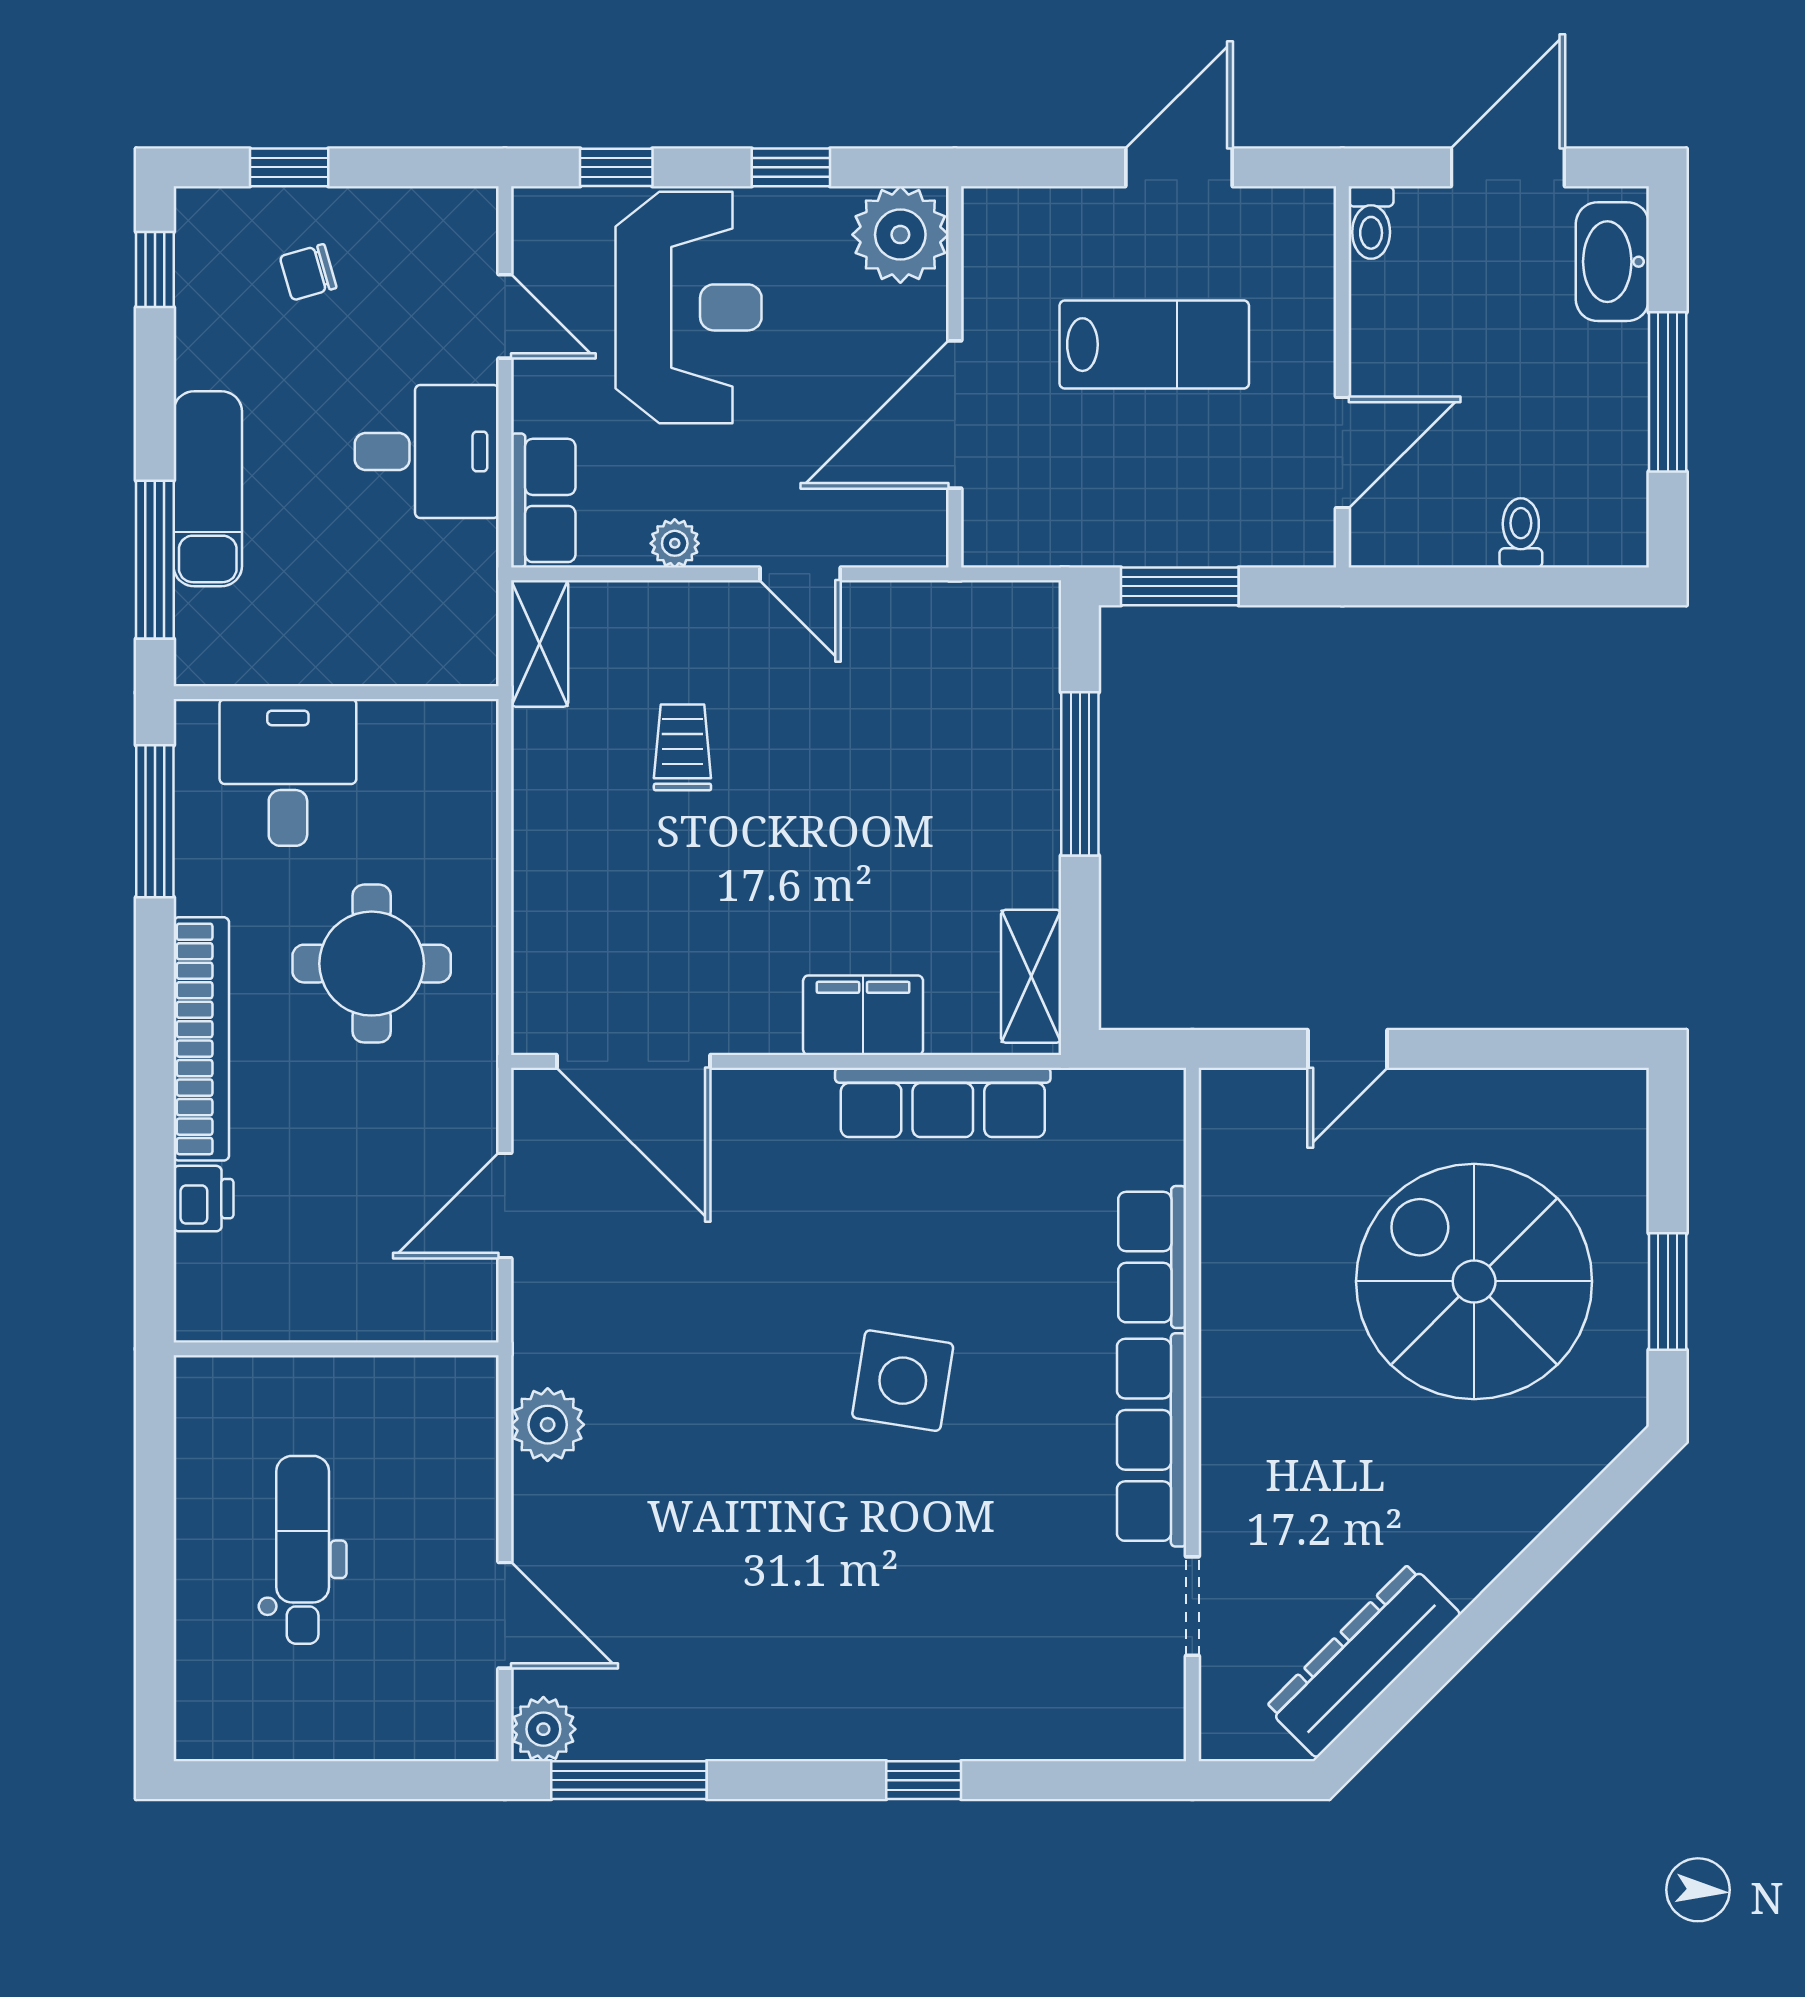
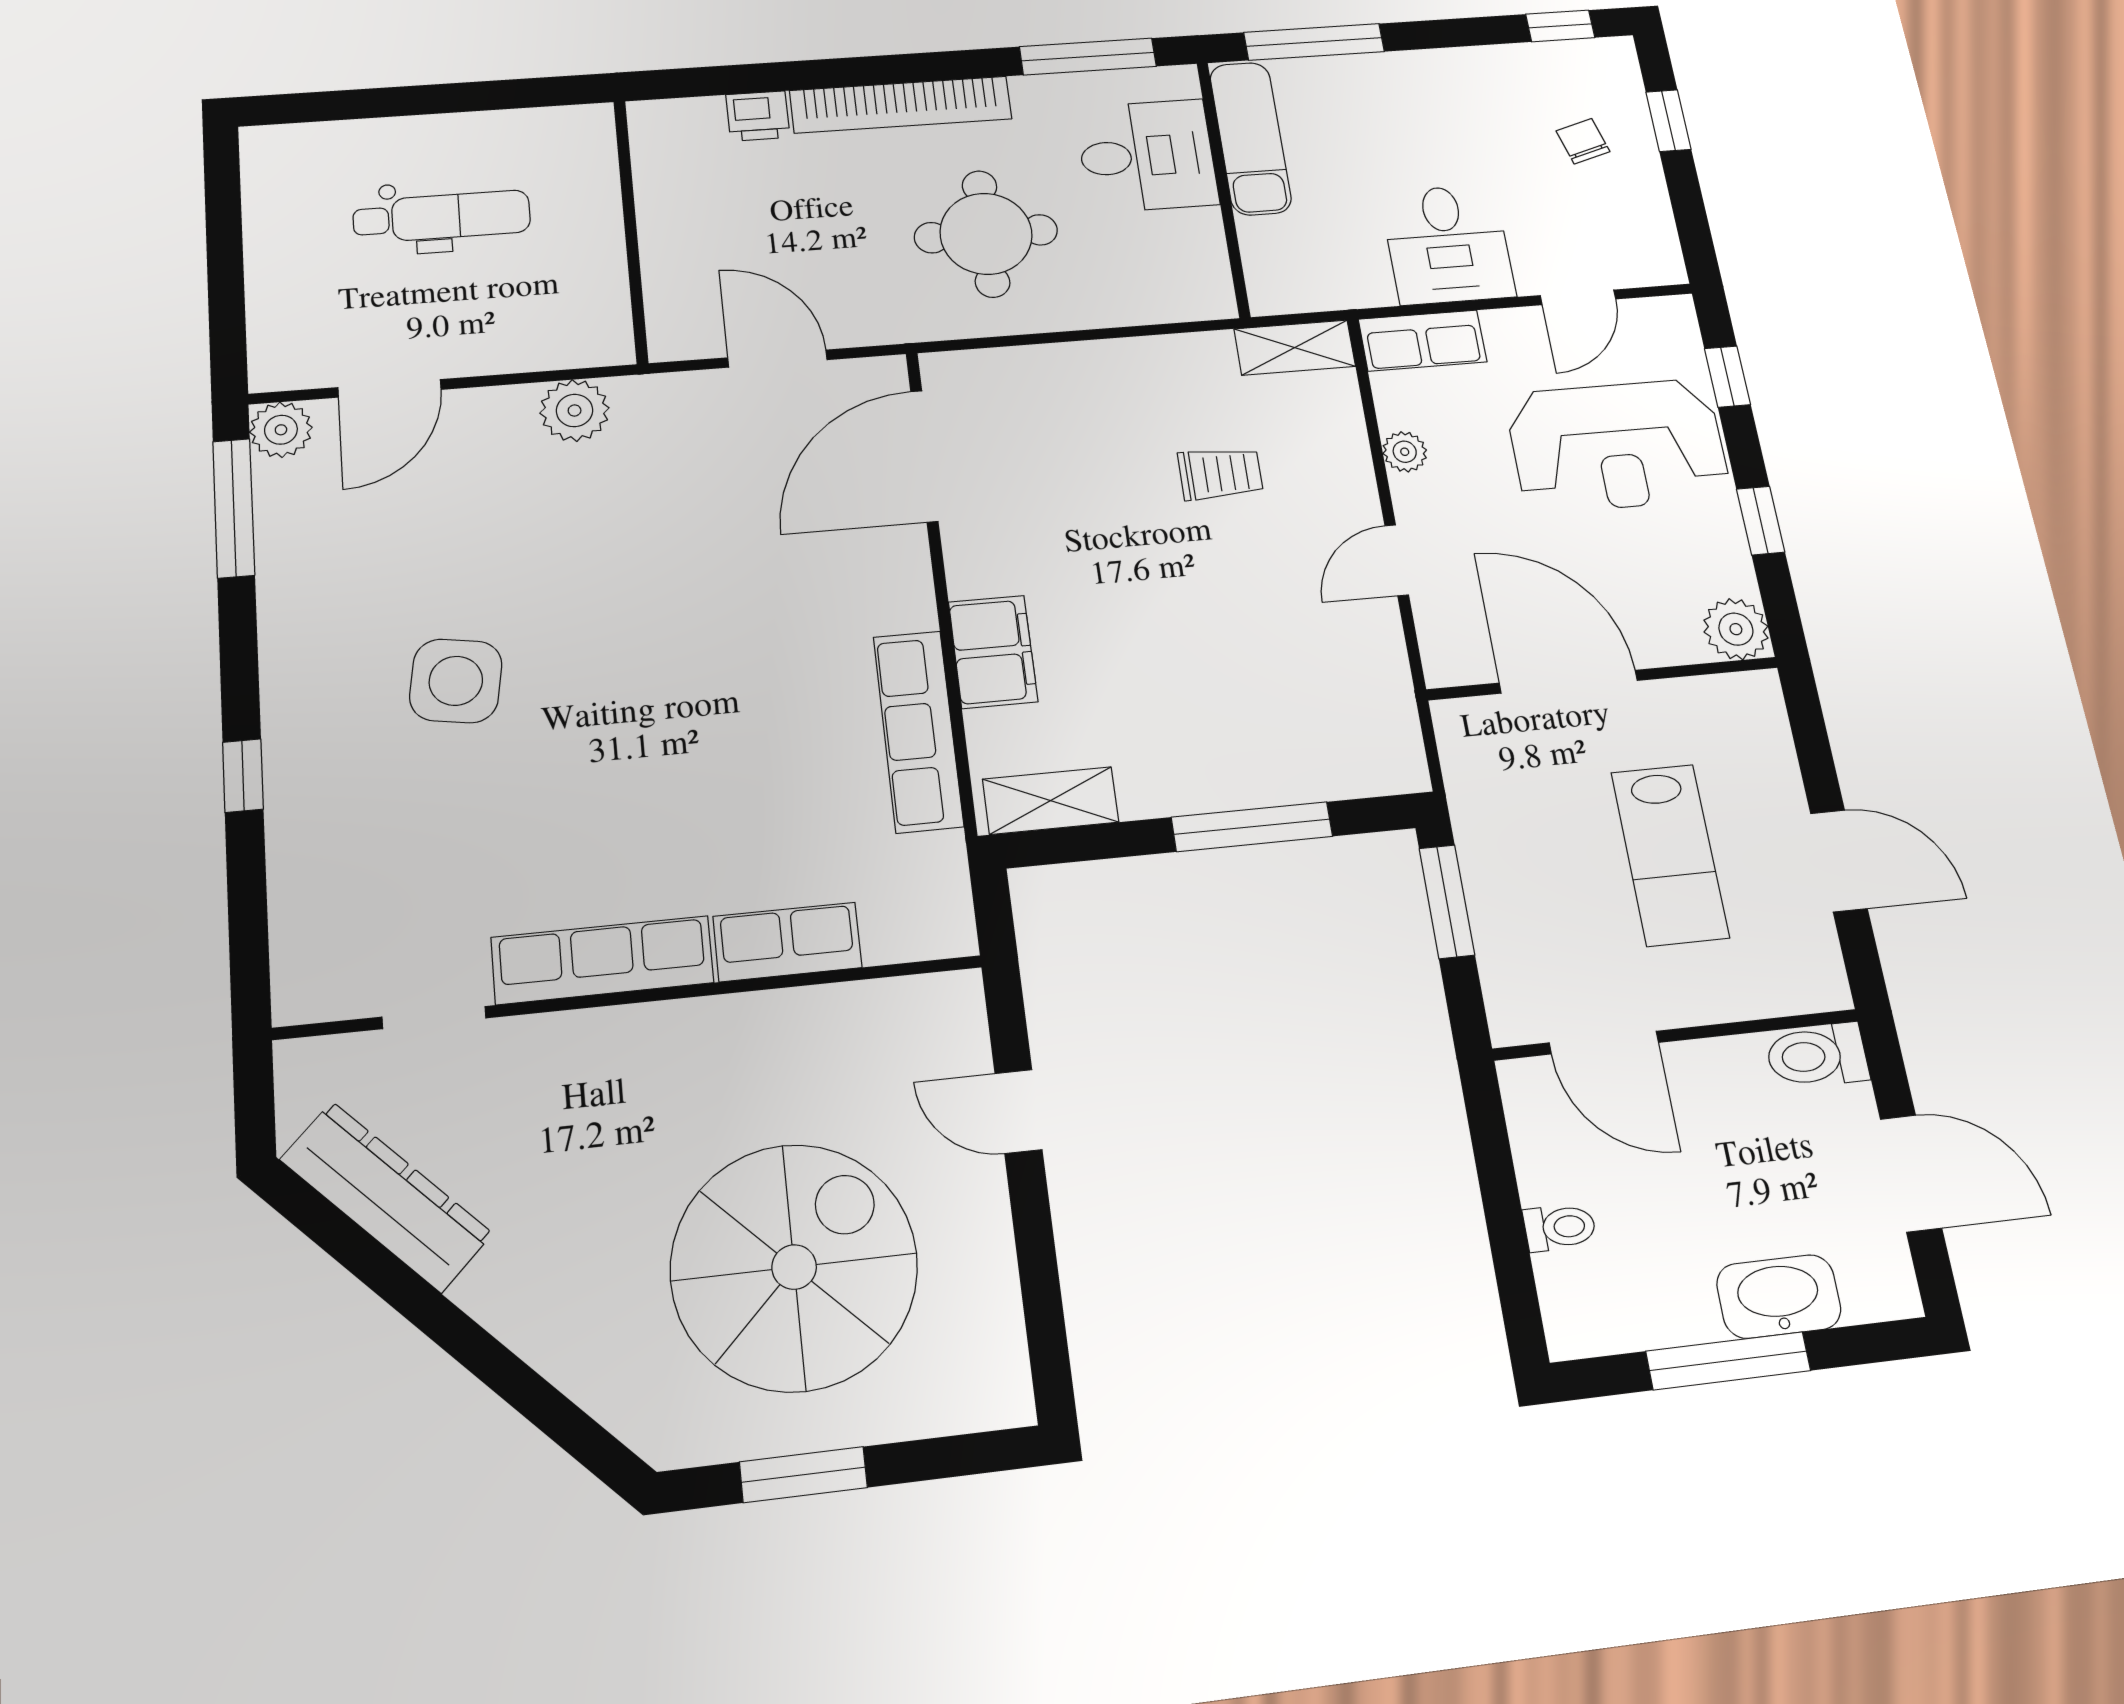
toilet: (1371, 223) -> (1817, 1056), width x1.37, depth x1.39
plant: (900, 235) -> (1736, 629), width x0.73, depth x0.73
washbasin: (1612, 262) -> (1779, 1297), moved
exam couch: (208, 489) -> (1250, 138), moved, turned -90
side table: (903, 1381) -> (456, 681), moved

